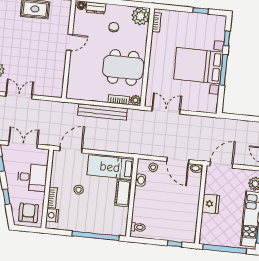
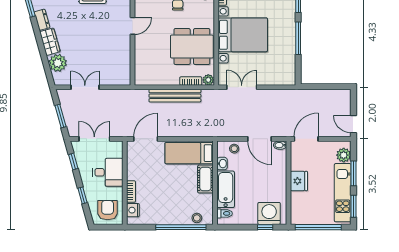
bed with nightstands: (198, 66) -> (243, 35), moved, turned 180
stool: (79, 190) -> (197, 218), moved
bathtub: (141, 205) -> (226, 189), added
washing machine: (180, 231) -> (269, 213), added

